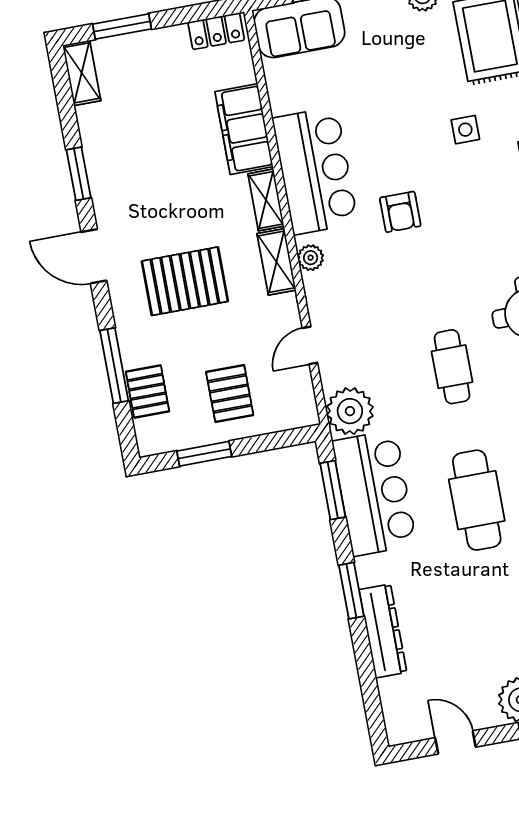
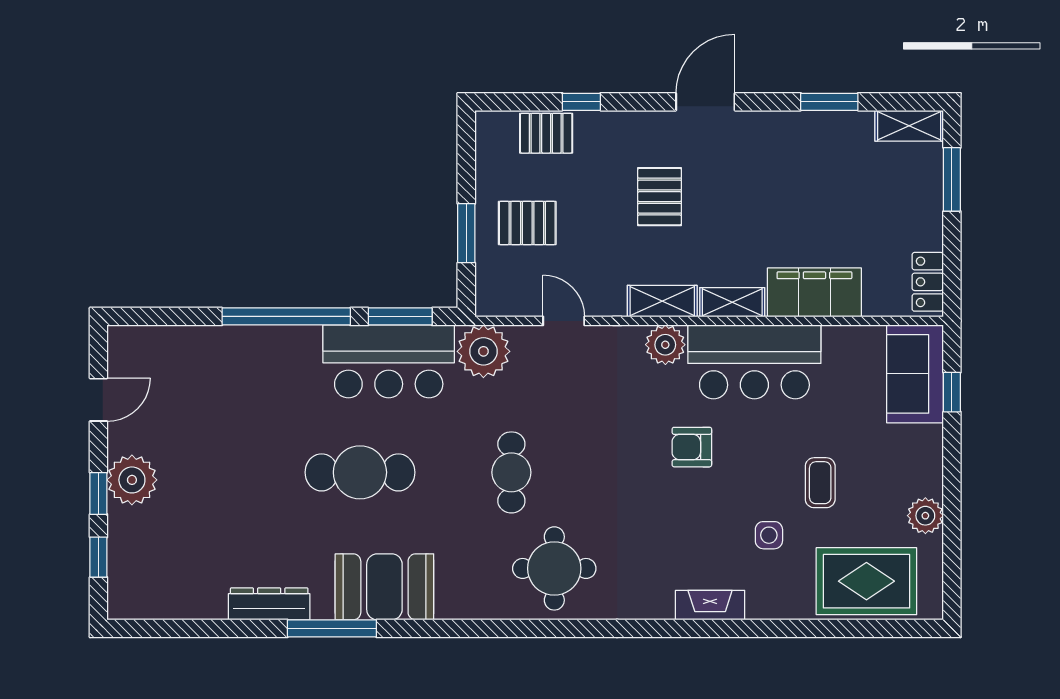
coffee table: (411, 93) -> (820, 483), added
window: (79, 174) -> (829, 102), moved
plant: (311, 258) -> (665, 345), width x1.38, depth x1.38
pallet: (185, 281) -> (660, 197), width x0.67, depth x0.71
window: (114, 366) -> (581, 102), width x0.46
cafe table: (452, 367) -> (511, 472), turned 90
window: (204, 454) -> (466, 233), moved
window: (351, 591) -> (286, 316), width x2.11
dresser: (383, 631) -> (236, 343), removed

